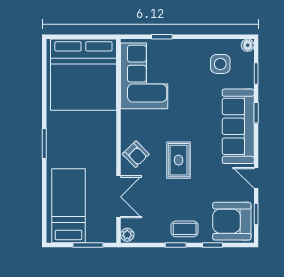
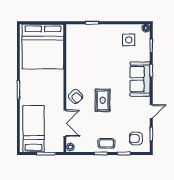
corner sofa: (144, 76) -> (81, 47), removed
sofa: (238, 126) -> (140, 79), width x0.73
door: (256, 178) -> (151, 111), swing flipped
armchair: (232, 221) -> (136, 139), width x0.53, depth x0.53

